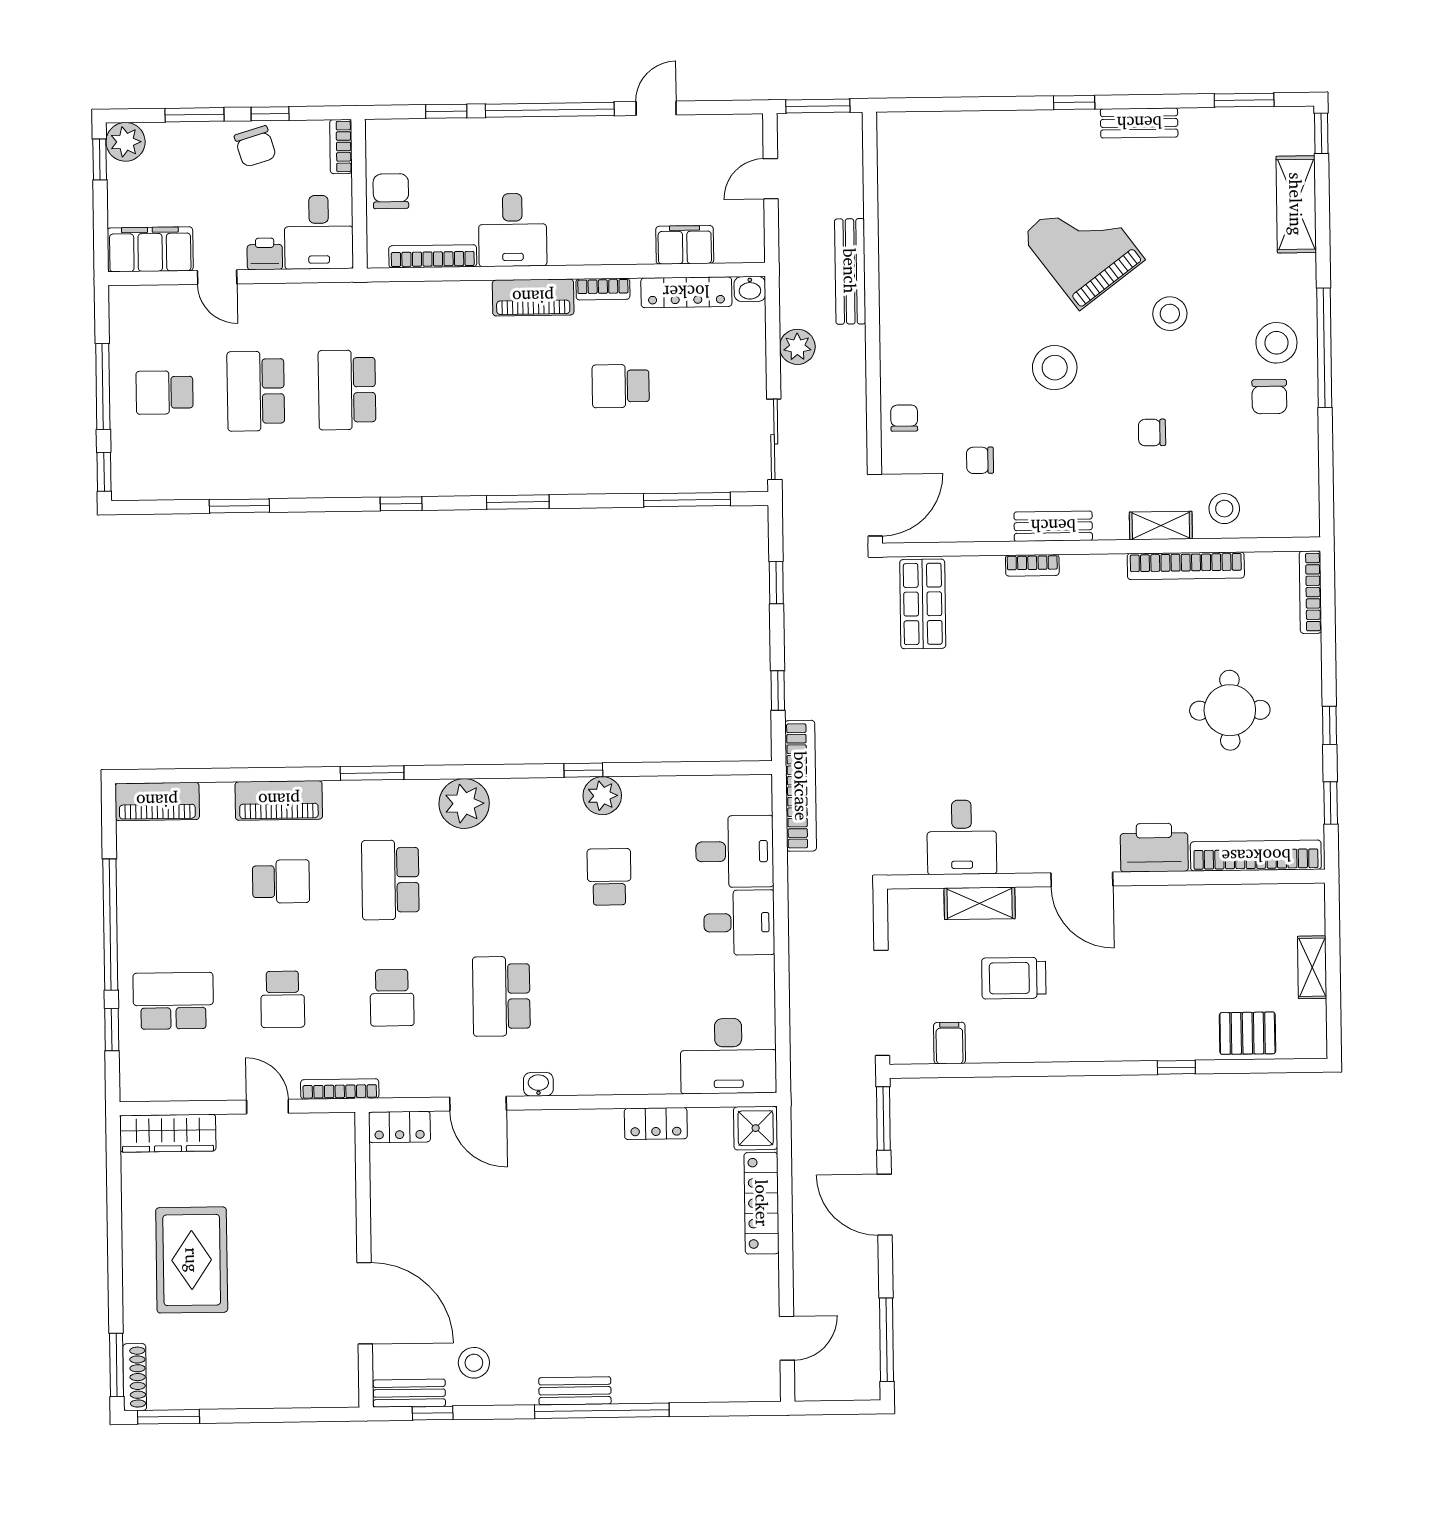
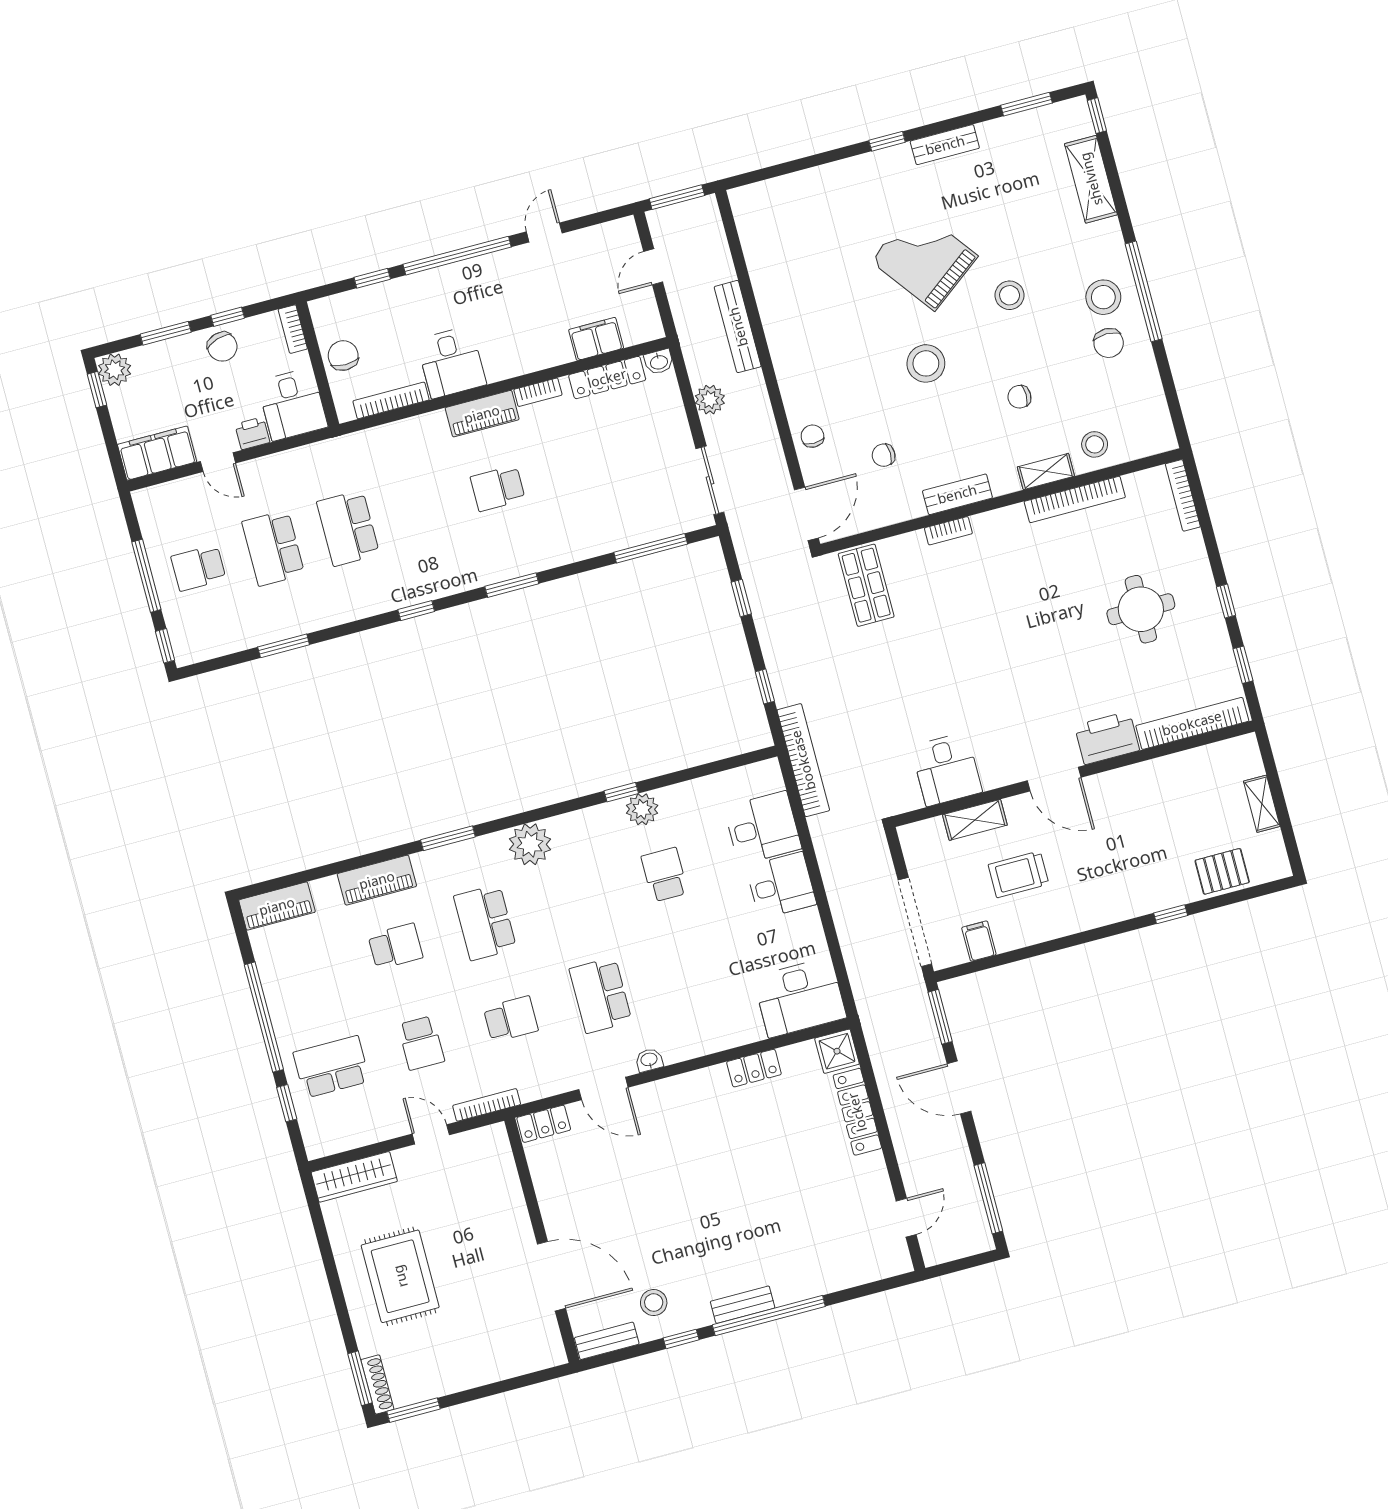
school desk: (621, 386) -> (498, 488), moved
school desk: (392, 998) -> (511, 1019), turned -90
window: (433, 1413) -> (681, 1339), moved

